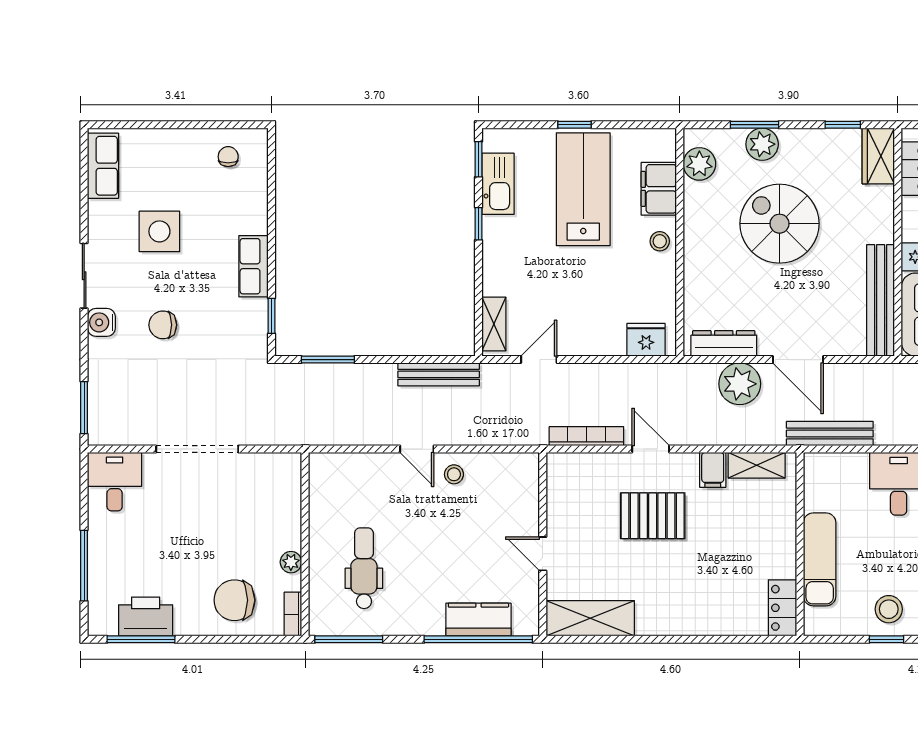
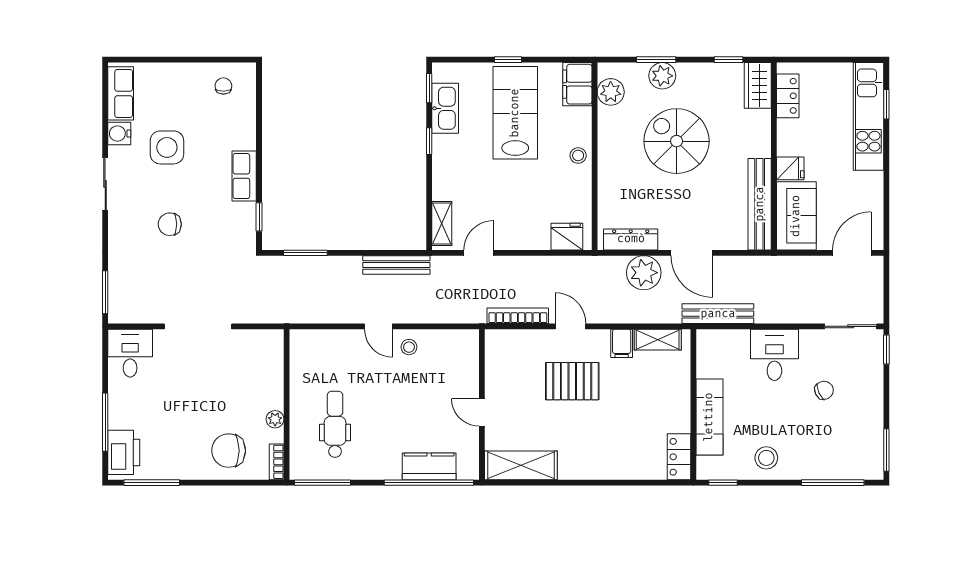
filing cabinet: (659, 189) -> (577, 84), moved
water cooler: (101, 322) -> (119, 133), moved
printer: (146, 616) -> (124, 452), moved, turned 90
window: (887, 639) -> (723, 483), moved

